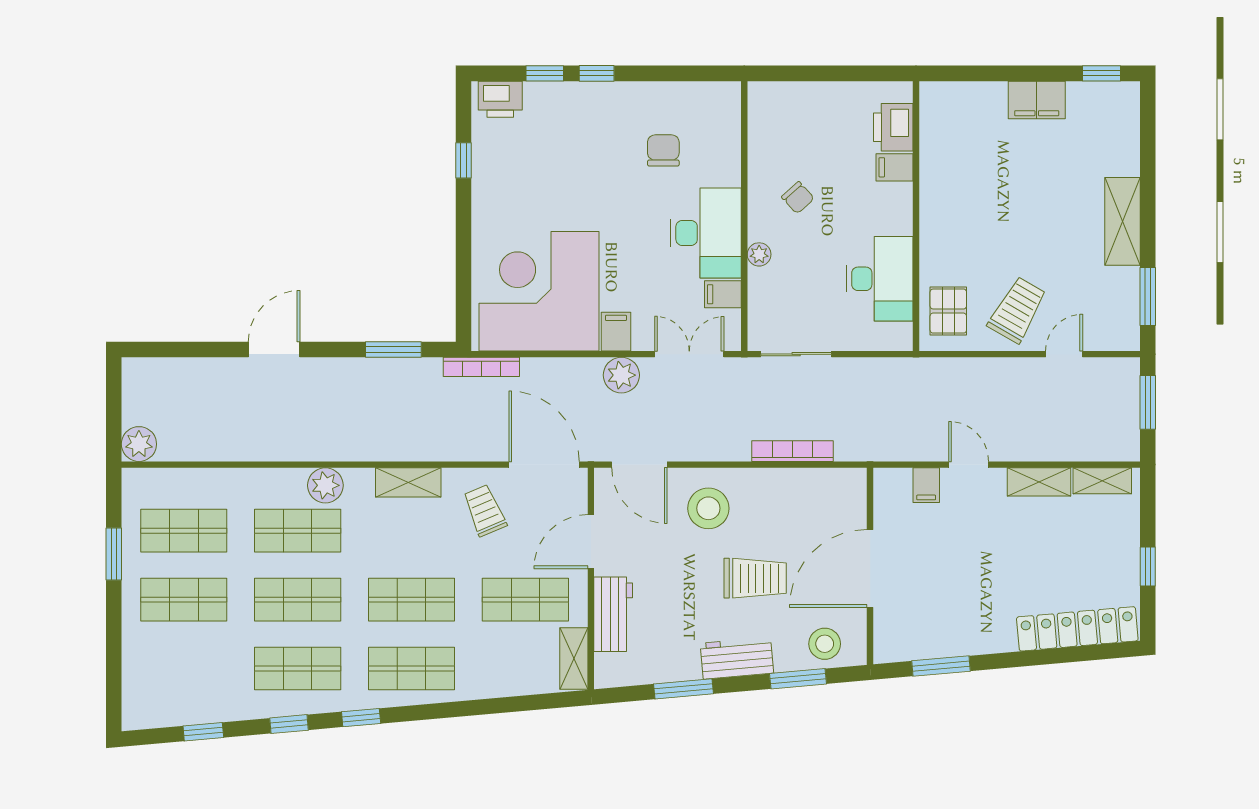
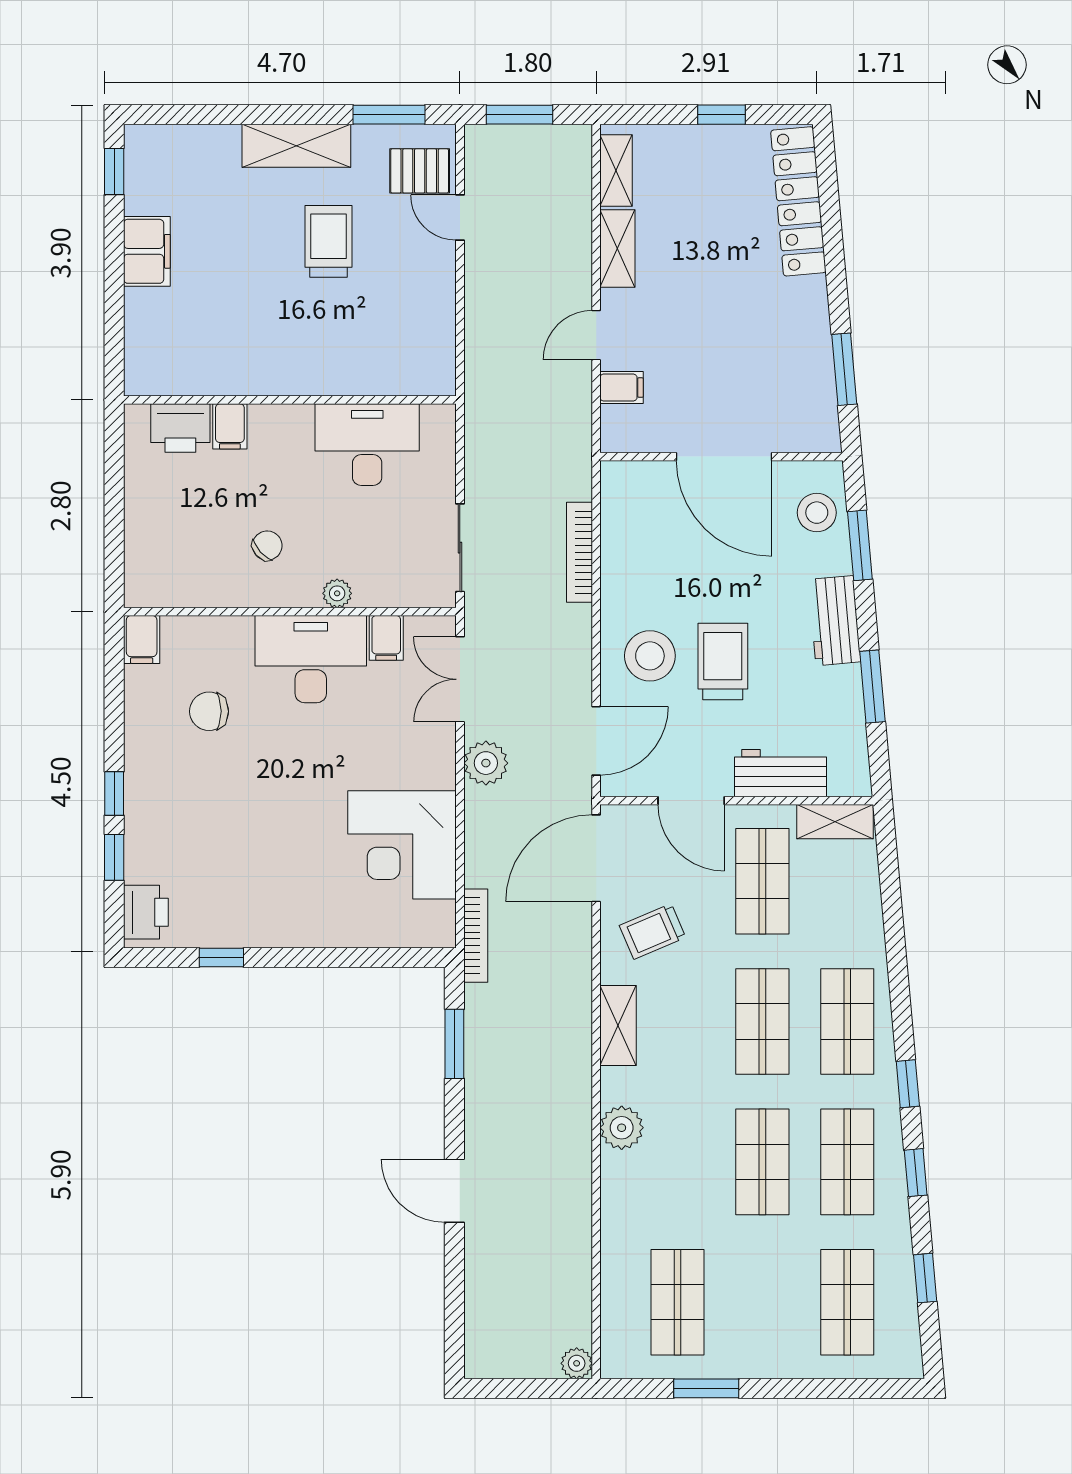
corner desk: (539, 291) -> (402, 845), width x0.74, depth x0.74
trolley: (1017, 310) -> (328, 241), moved, turned 60
pallet: (948, 311) -> (420, 171), moved
filing cabinet: (616, 332) -> (142, 639), moved, turned -90
plant: (139, 444) -> (577, 1363), width x0.73, depth x0.73
shop shelf: (298, 531) -> (678, 1162), removed
trolley: (755, 578) -> (723, 661), moved
shop shelf: (184, 600) -> (847, 1302), moved

